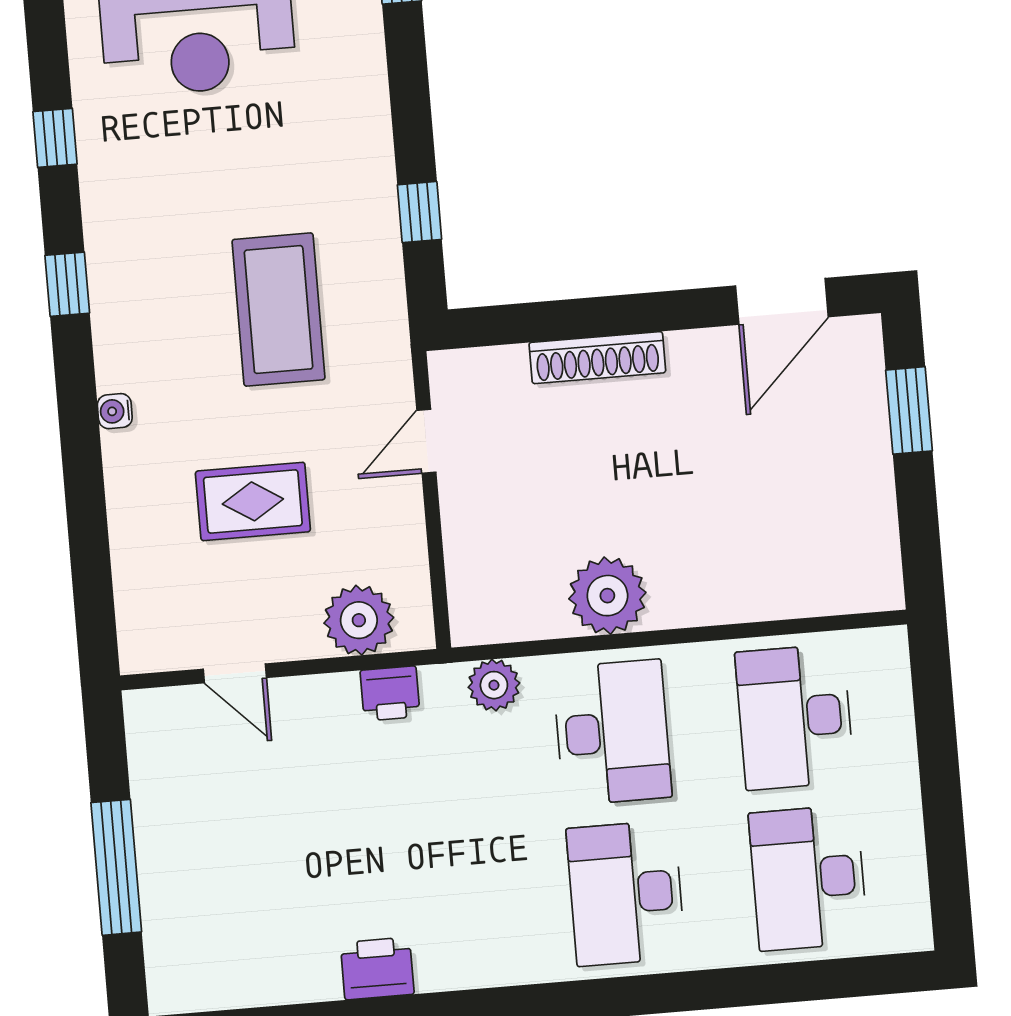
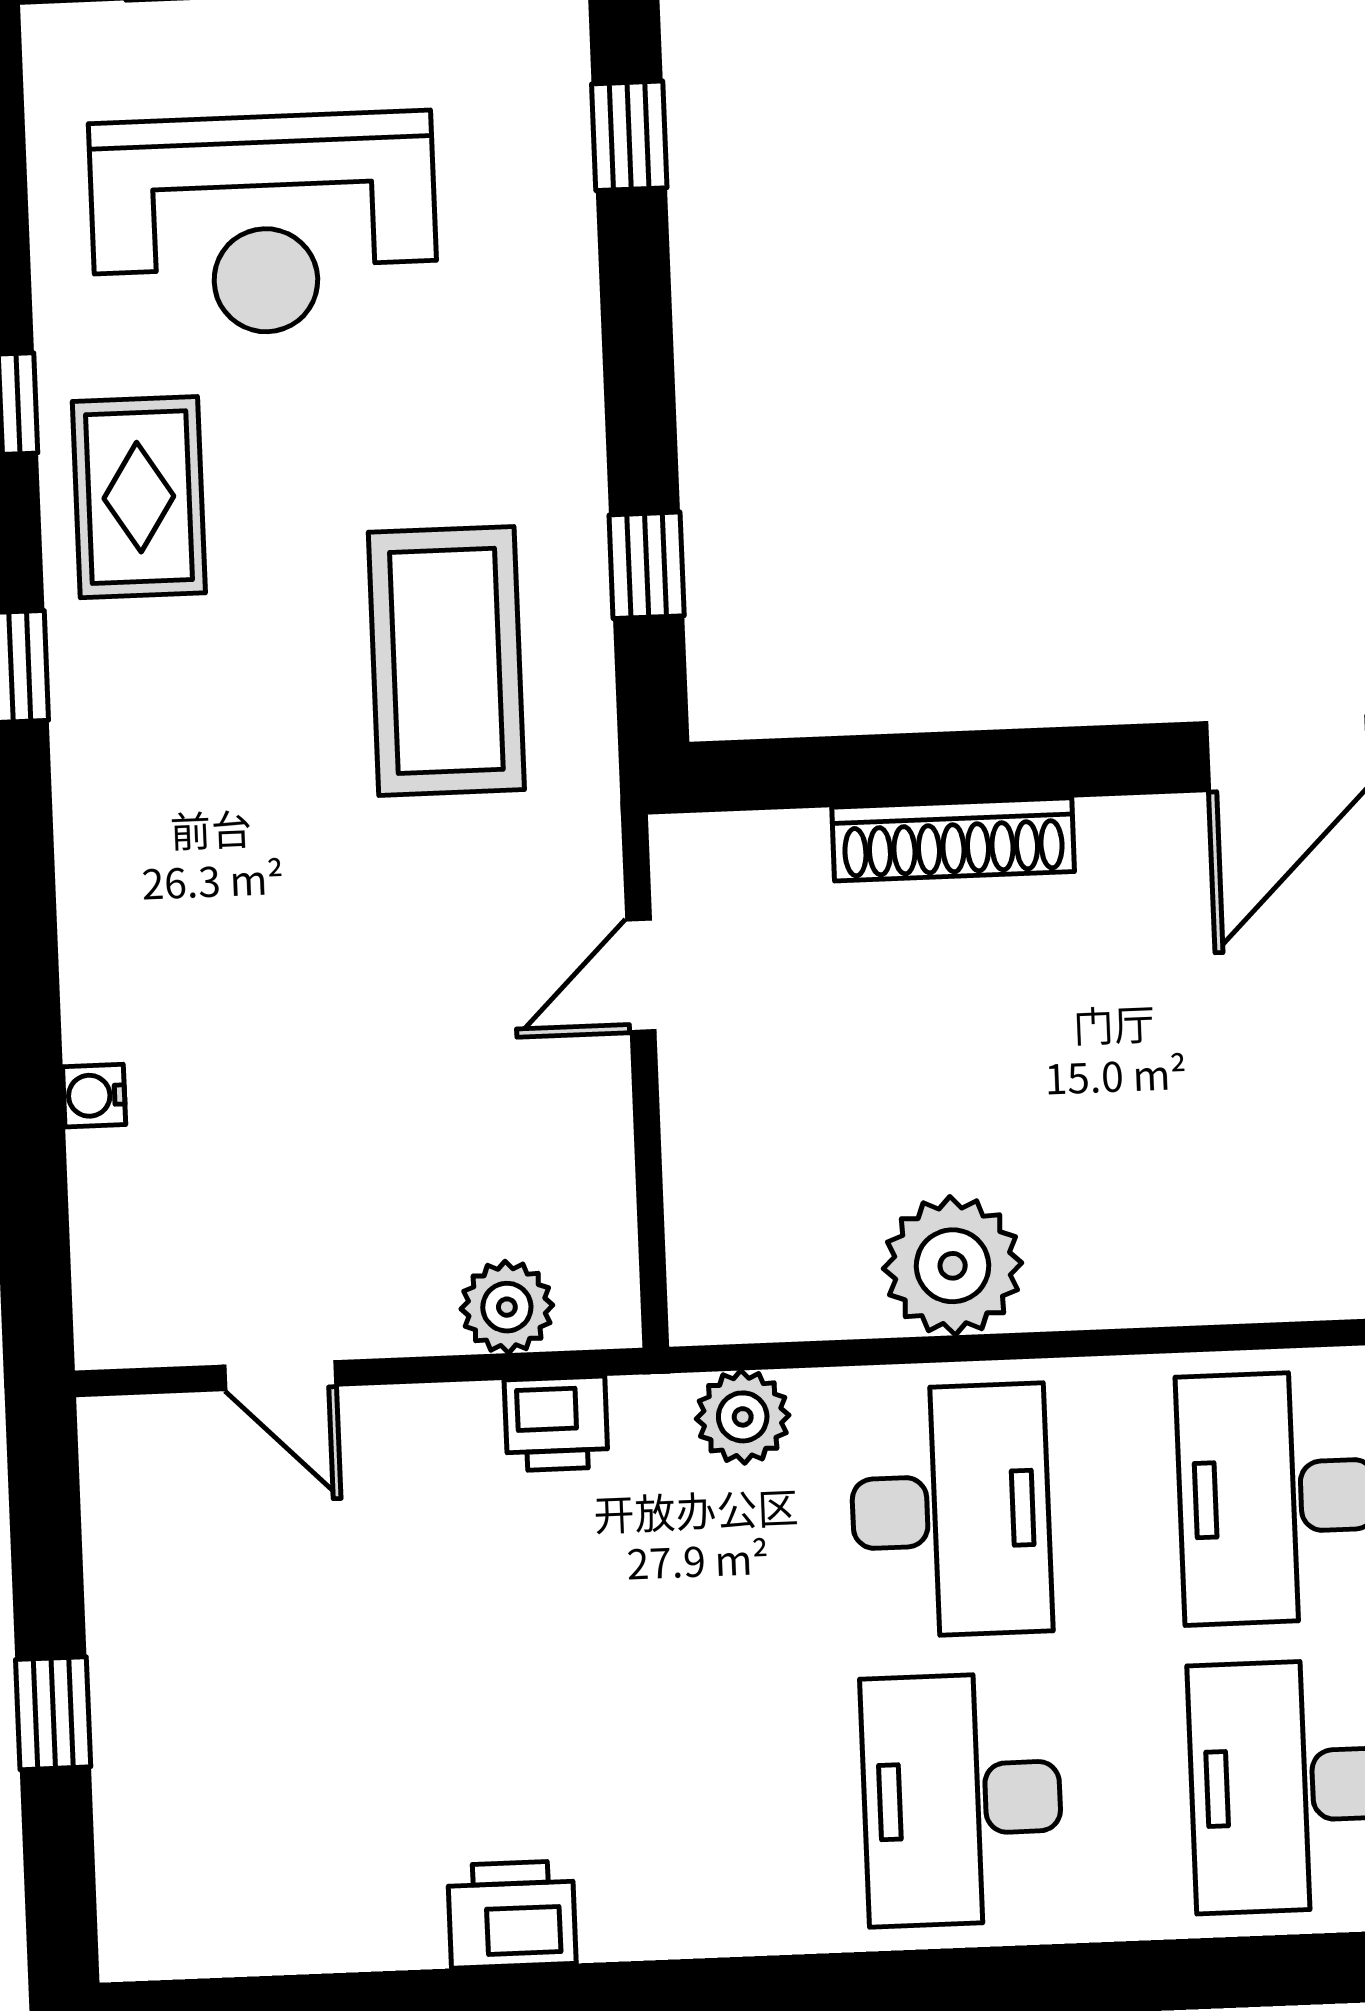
coffee table: (279, 310) -> (446, 661), moved
water cooler: (115, 411) -> (94, 1096), moved
rug: (253, 501) -> (139, 497), moved, turned 90
plant: (359, 620) -> (507, 1307), width x0.73, depth x0.73
window: (116, 867) -> (53, 1713), width x0.46

